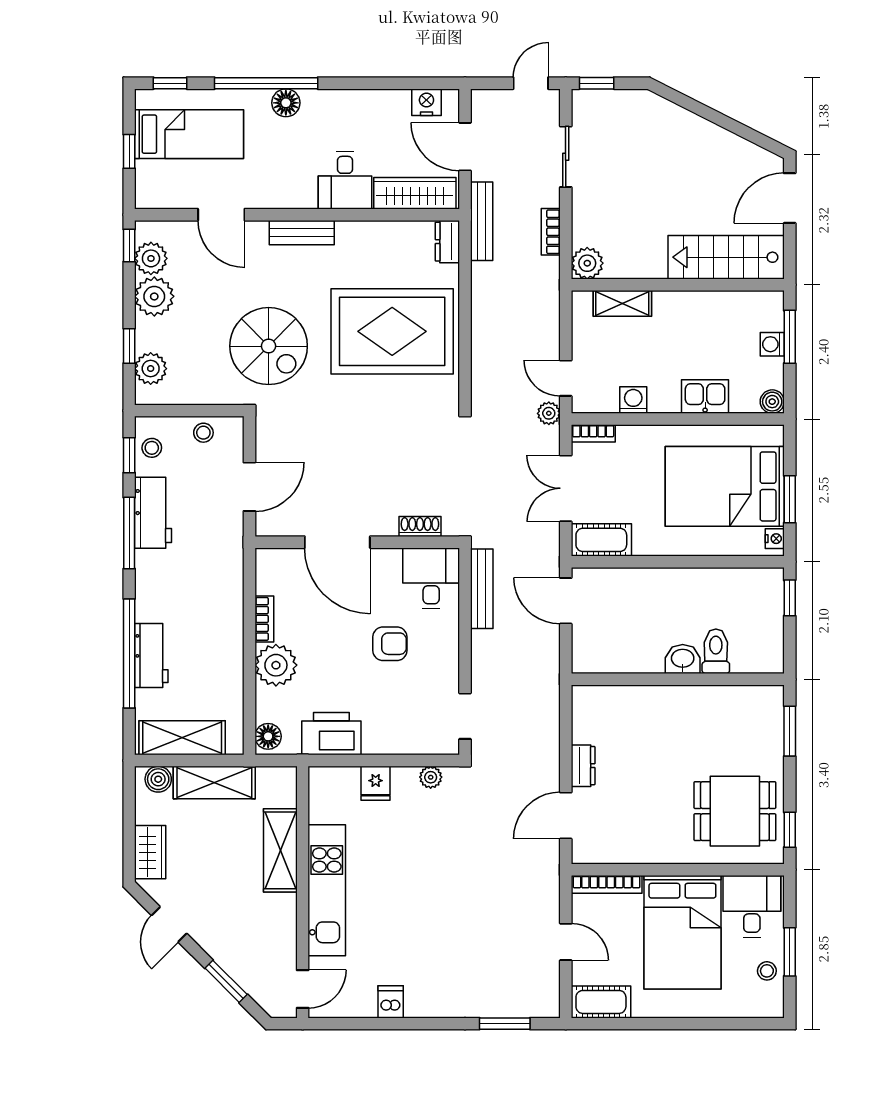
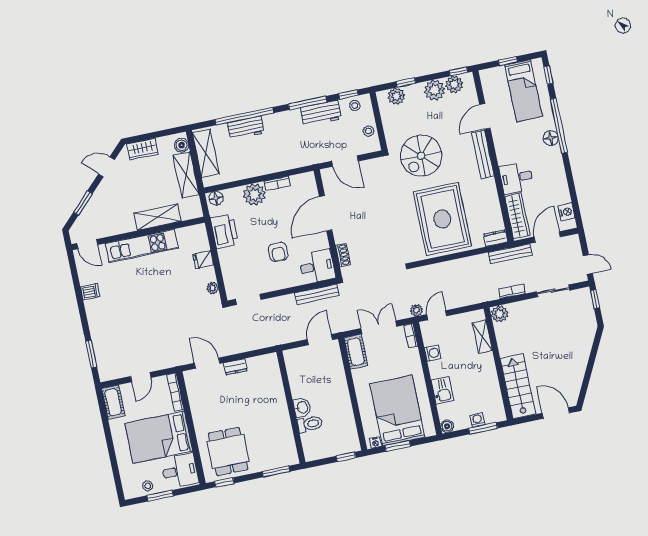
bench: (302, 233) -> (483, 154), width x1.36

